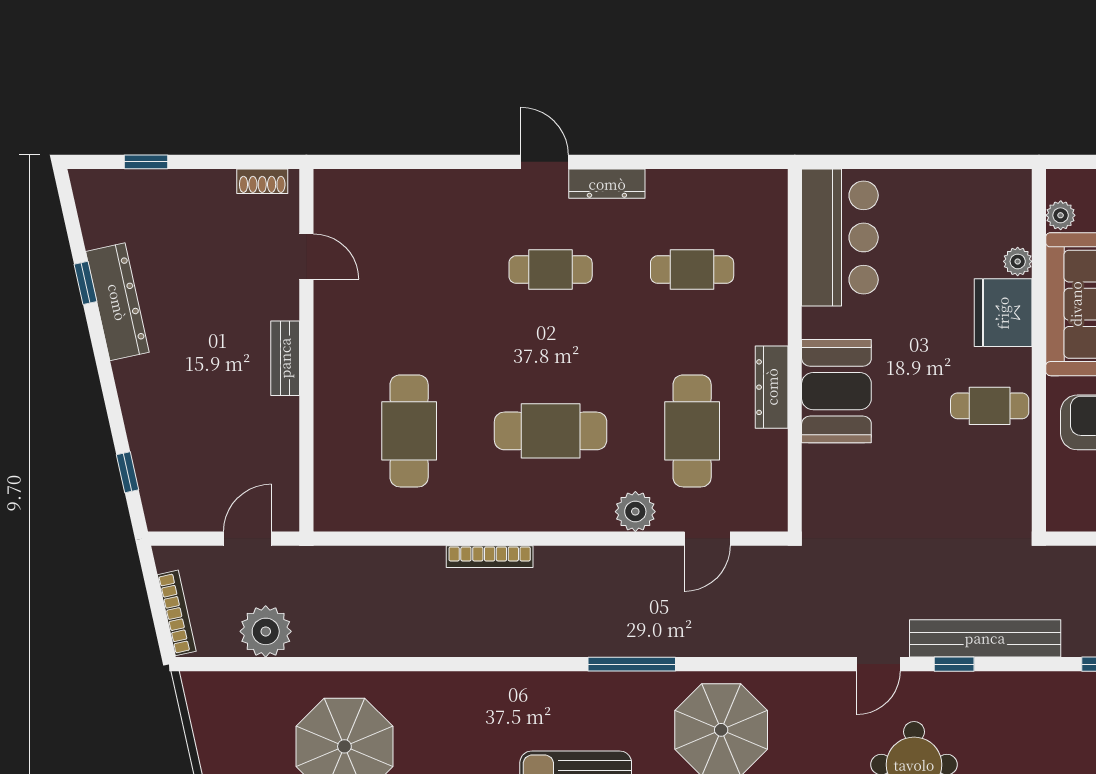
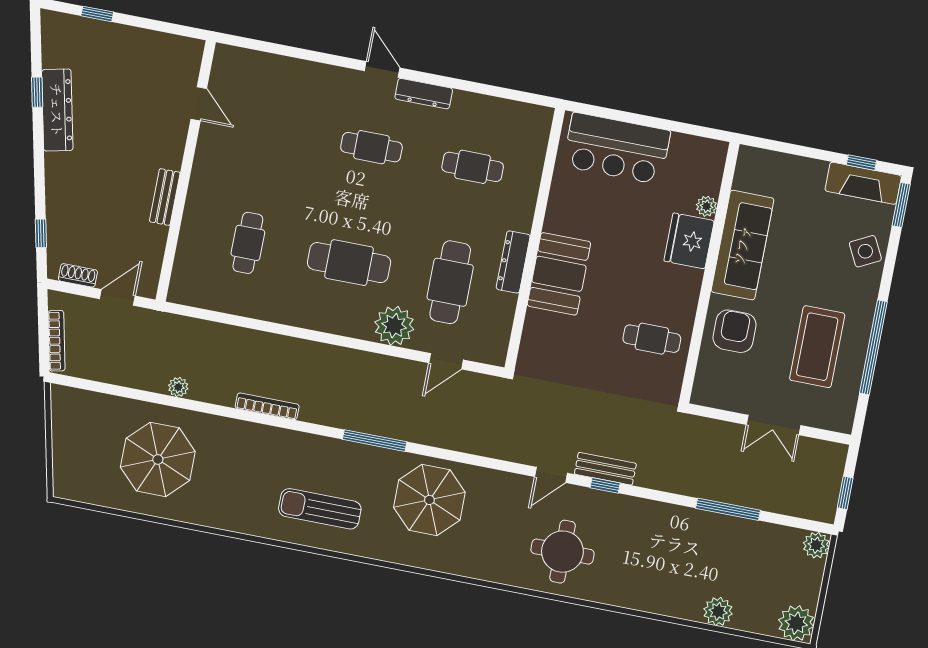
shoe rack: (262, 181) -> (78, 275), moved, turned 180
plant: (1061, 215) -> (744, 179), removed
bar counter: (840, 237) -> (617, 148), moved, turned 90
bench: (285, 358) -> (165, 197), moved
cafe table: (990, 406) -> (652, 339), moved
cafe table: (409, 431) -> (248, 243), width x0.73, depth x0.74
plant: (635, 512) -> (394, 326), width x1.36, depth x1.36
bookcase: (490, 557) -> (267, 406), moved, turned 180
plant: (266, 631) -> (178, 387), moved, width x0.53, depth x0.53
bench: (985, 638) -> (605, 469), width x0.54, depth x0.82

